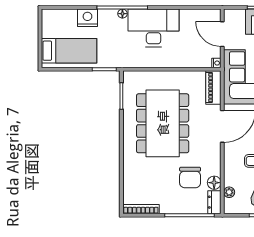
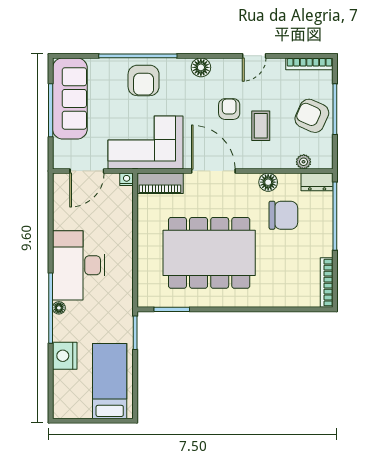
floor lamp: (214, 183) -> (268, 182), moved

